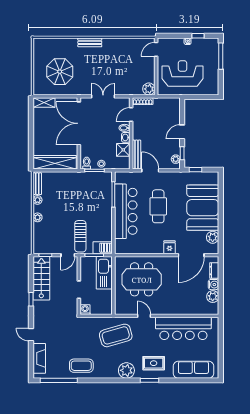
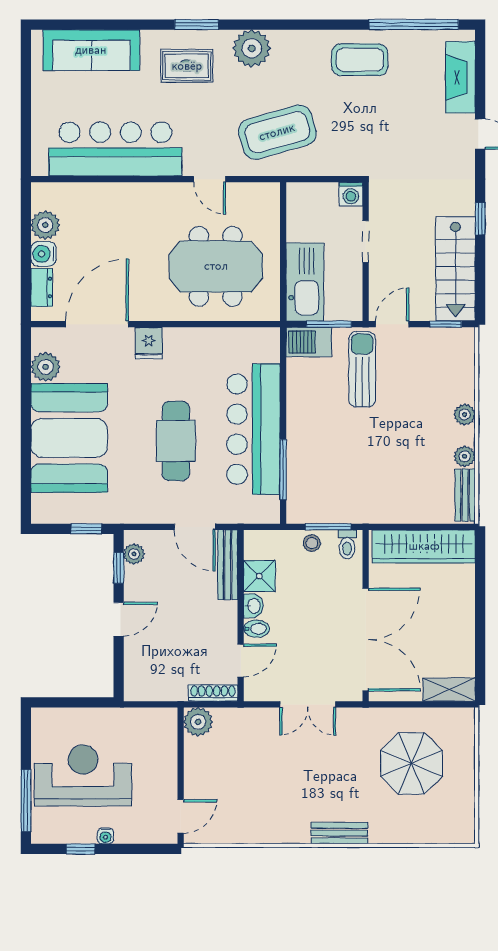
reception desk: (183, 73) -> (83, 775), moved, turned 180

